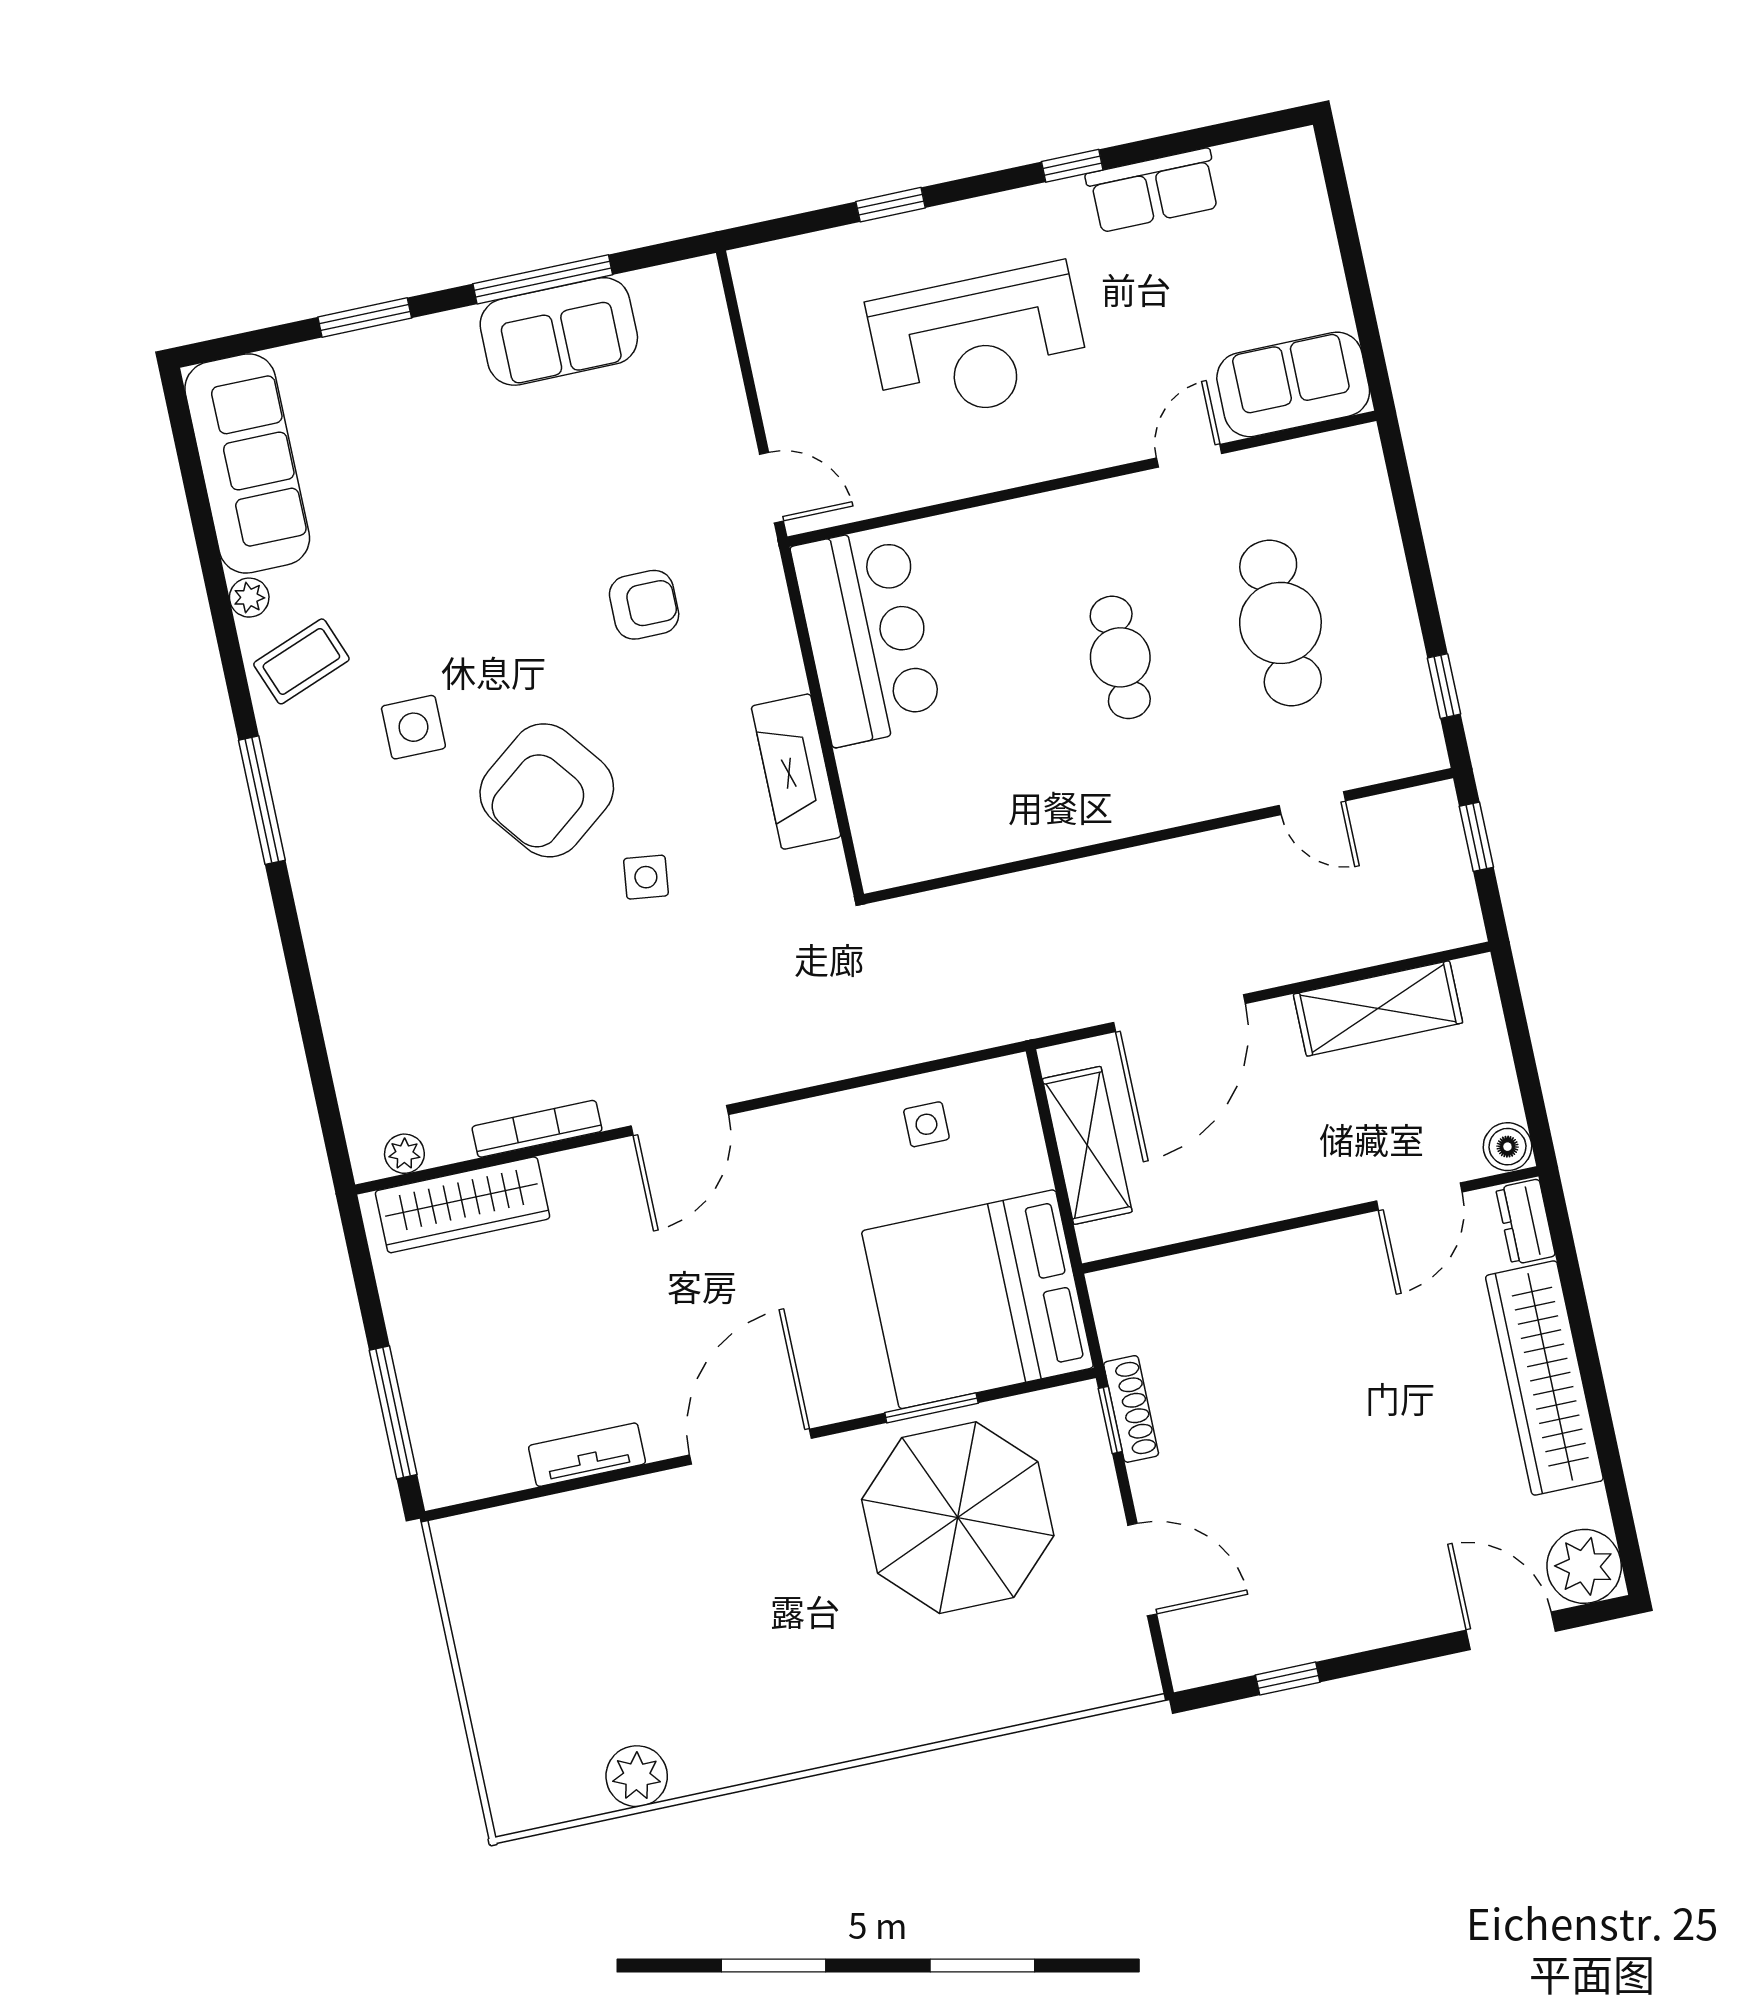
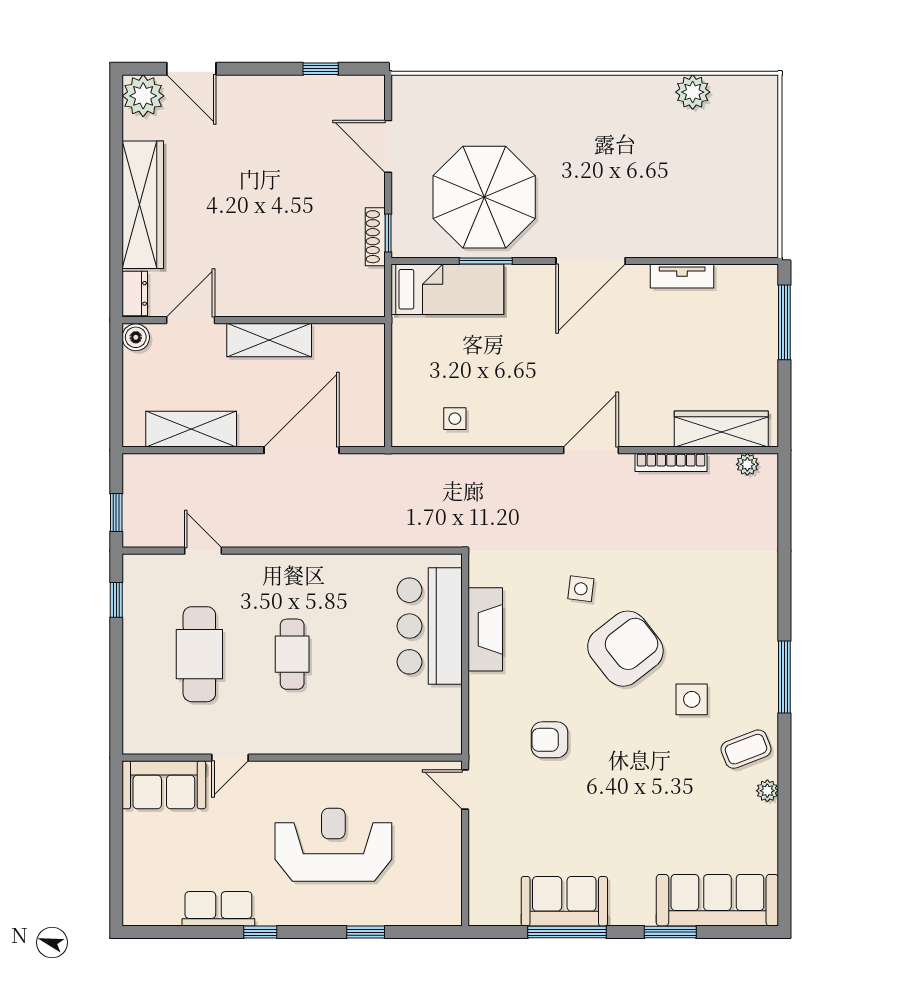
sofa: (247, 463) -> (717, 900), moved, turned 90
bar counter: (867, 636) -> (430, 626), moved
shelving: (1087, 1145) -> (269, 340), moved, turned 90
bed: (977, 1299) -> (447, 289), width x0.49

